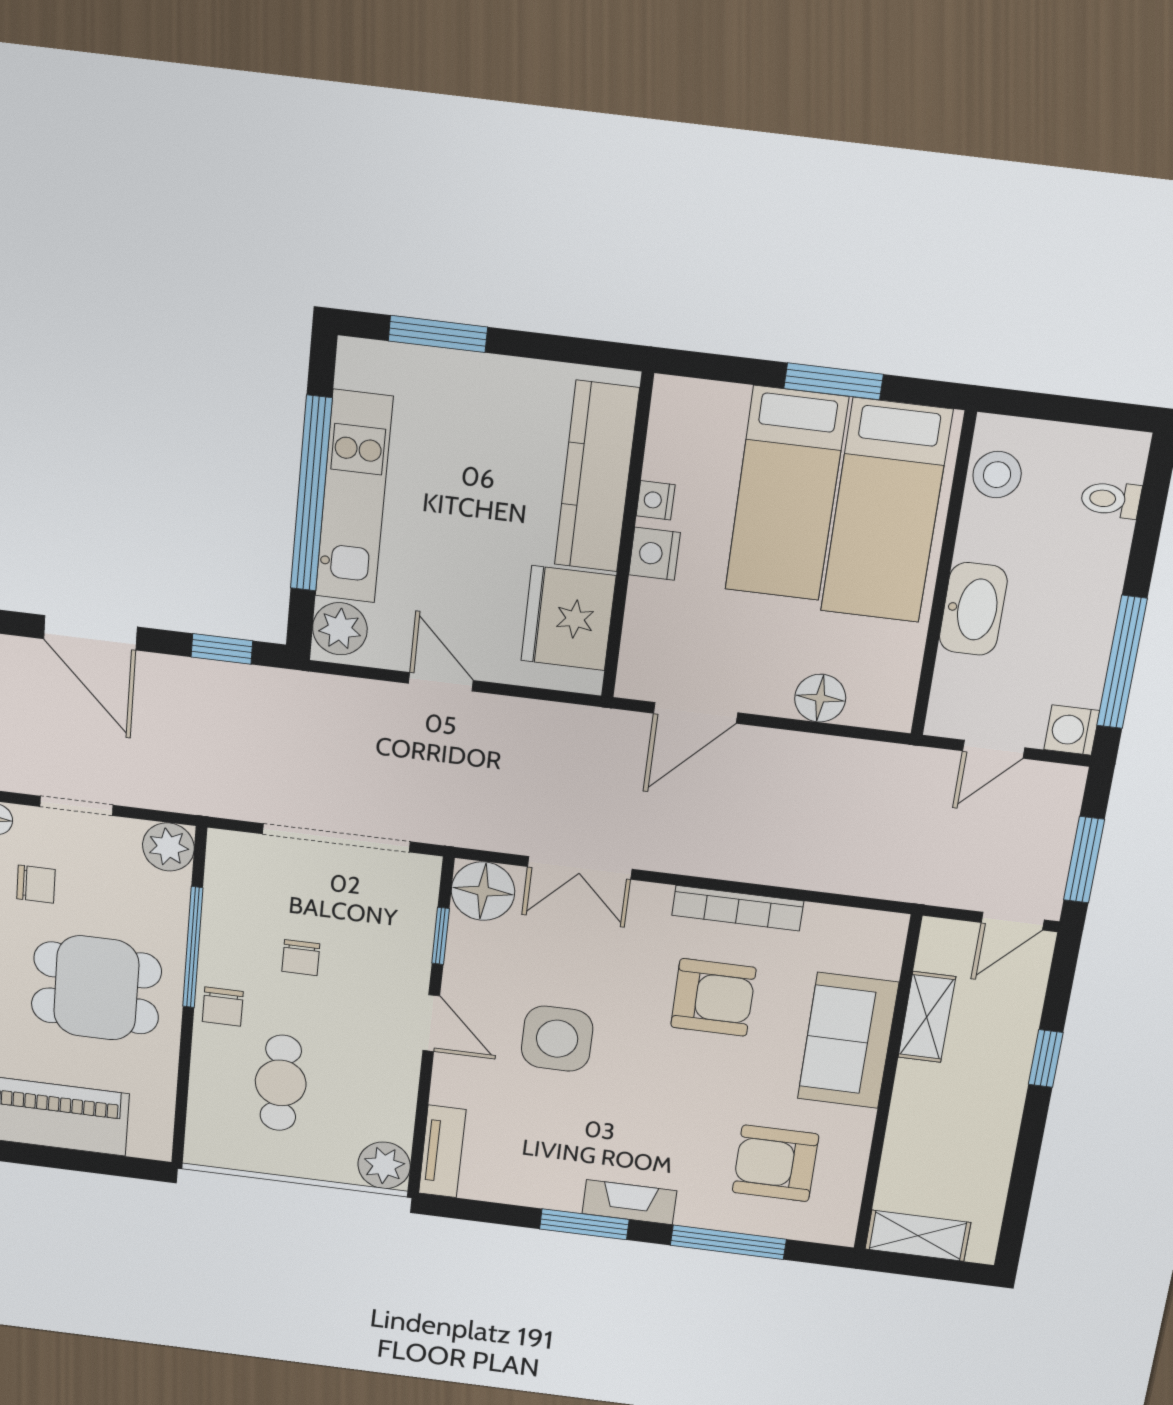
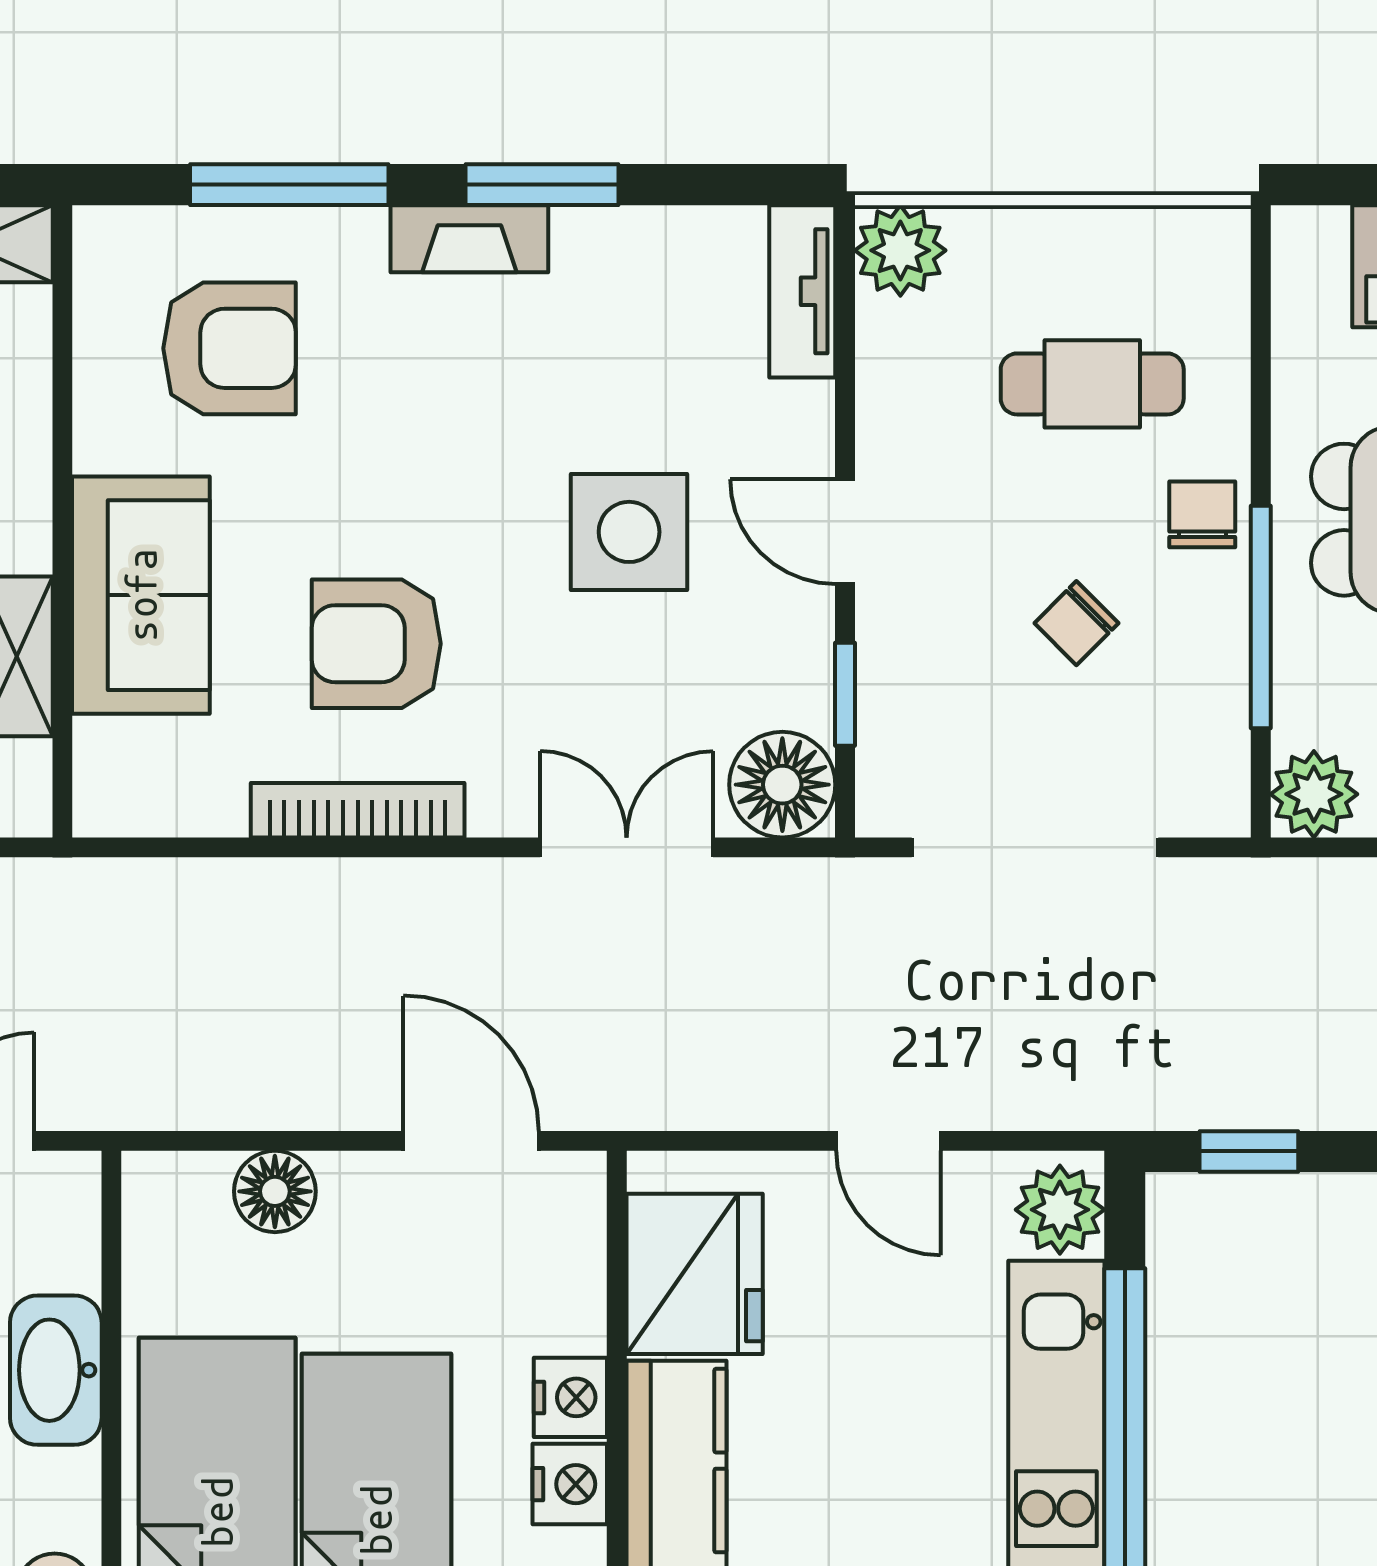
nightstand: (656, 500) -> (570, 1484), width x1.39, depth x1.35
door: (696, 713) -> (471, 1141), hinge flipped
chair: (301, 958) -> (1076, 623), turned -135
cafe table: (281, 1083) -> (1092, 384), turned 90

